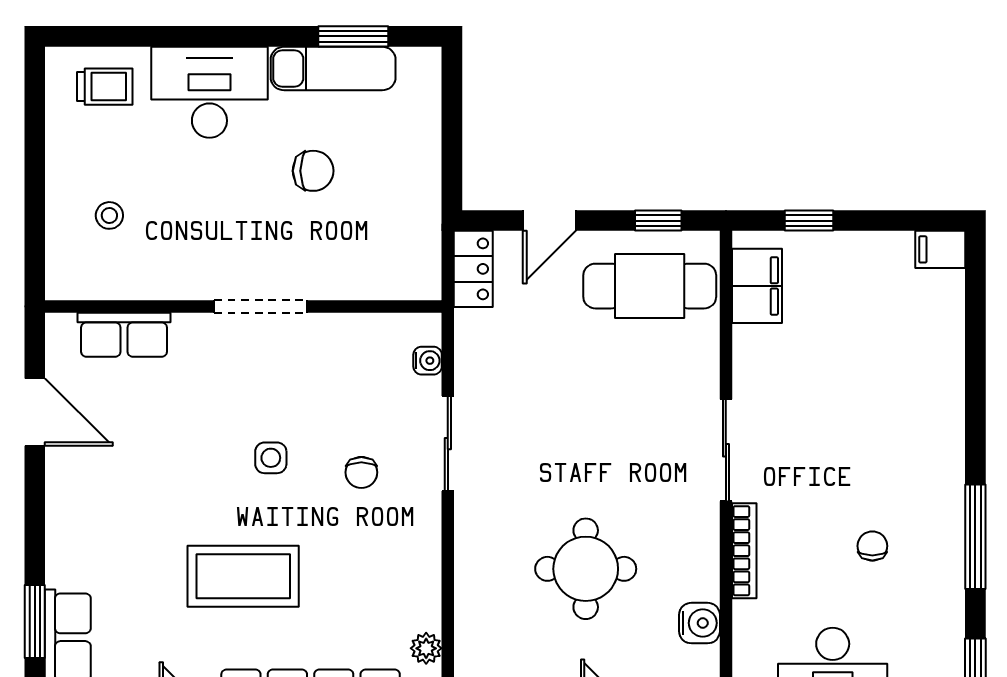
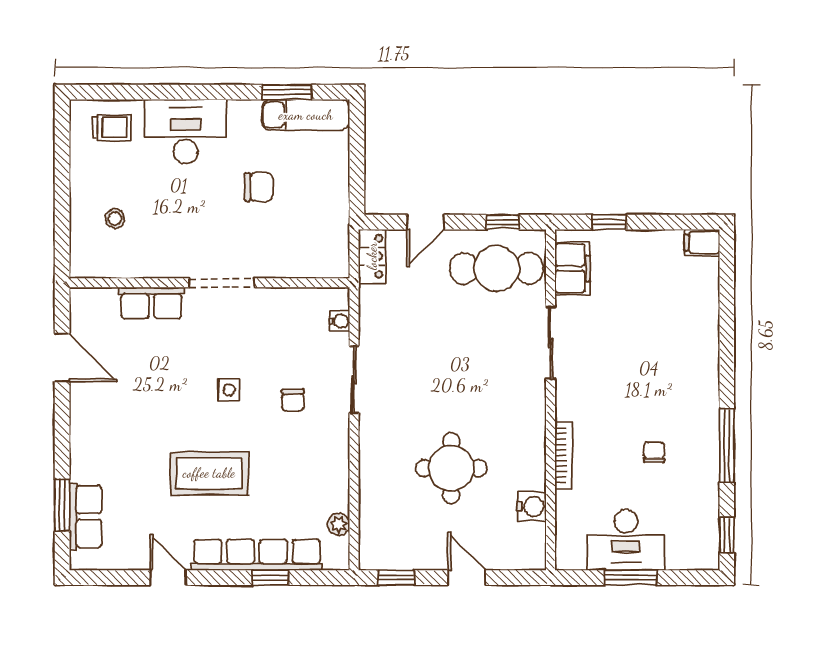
exam couch: (333, 69) -> (306, 115), moved
row of seats: (124, 335) -> (151, 303), moved
sliding door: (726, 450) -> (550, 343), moved

